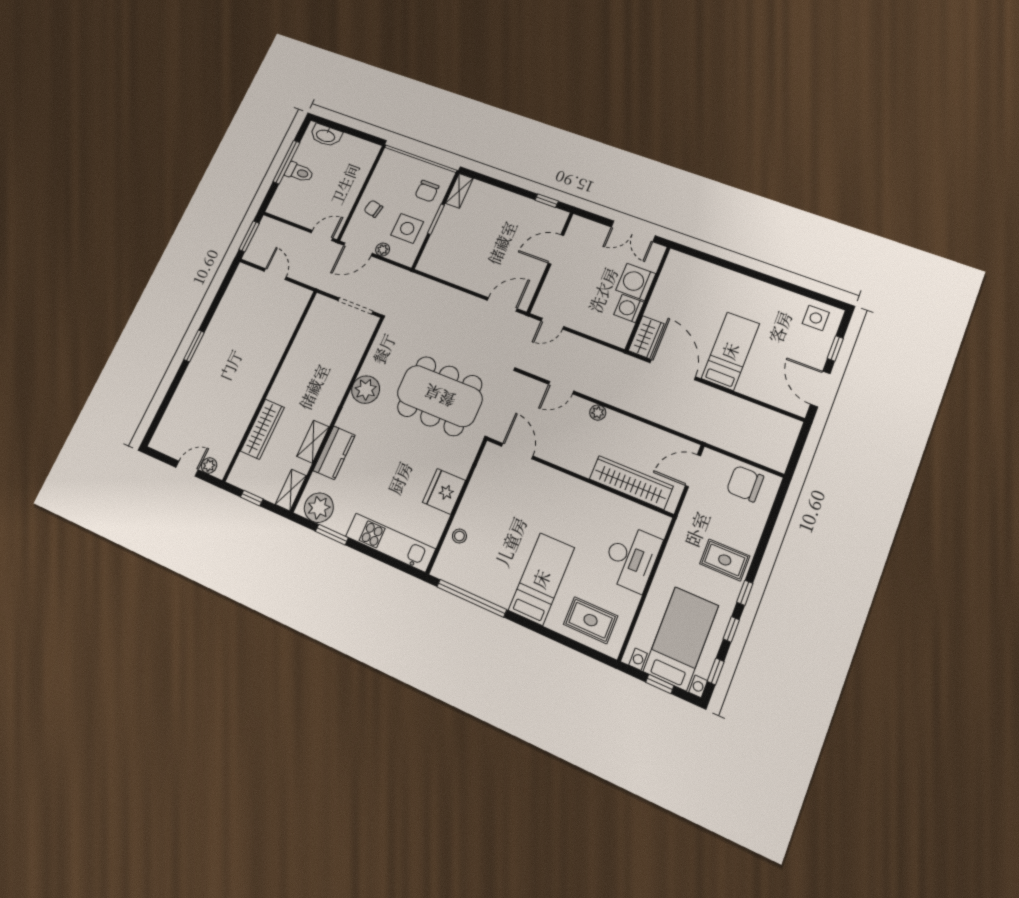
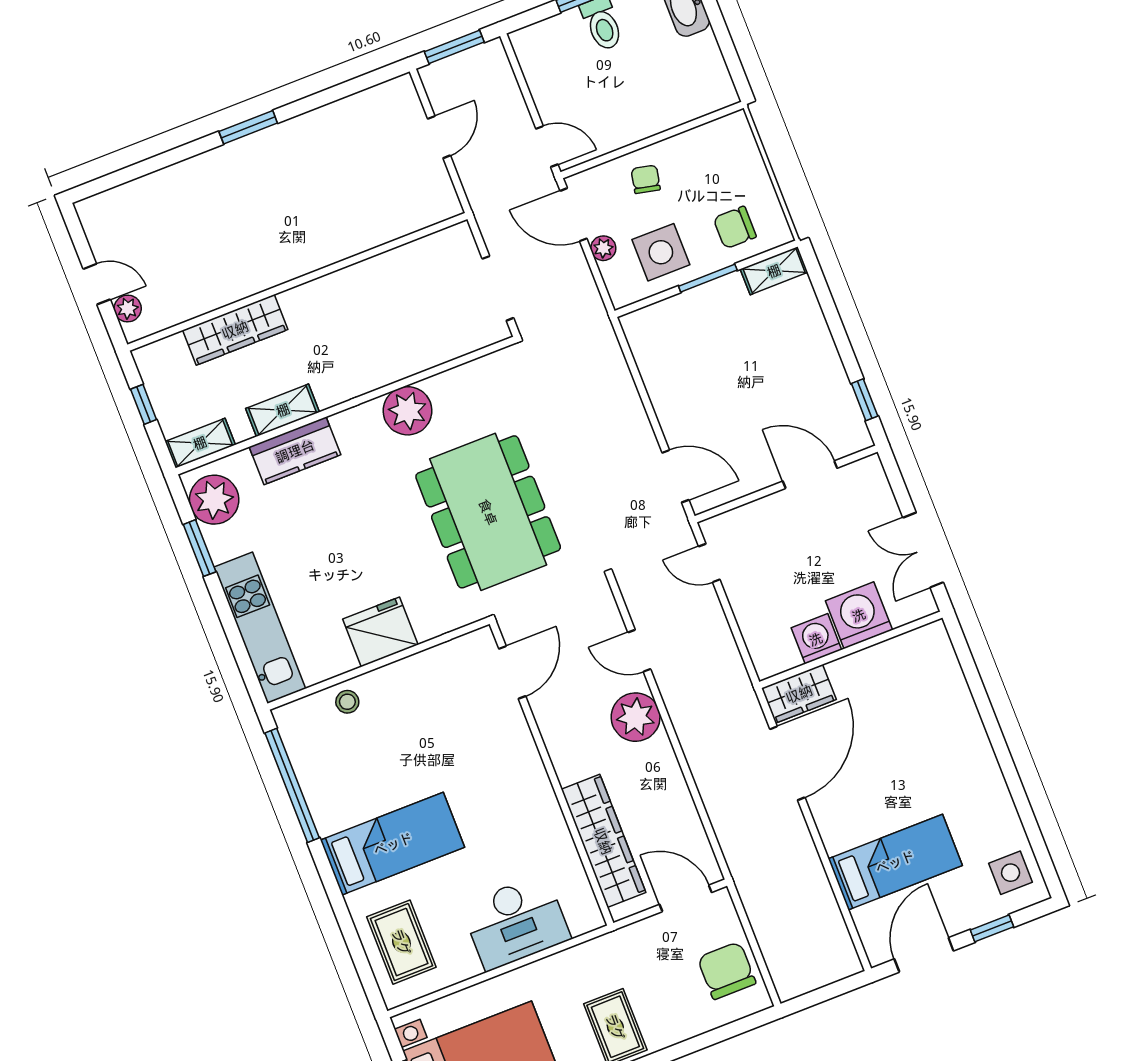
bed: (730, 351) -> (895, 862), moved
plant: (598, 413) -> (636, 717), width x1.88, depth x1.88

